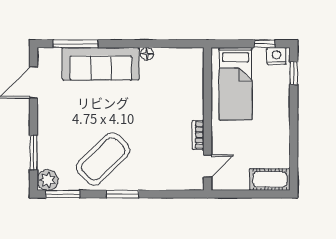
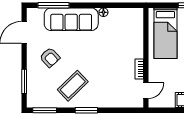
armchair: (70, 119) -> (50, 58), added
coffee table: (103, 159) -> (73, 86), width x0.73, depth x0.76
plant: (48, 180) -> (34, 100), removed

